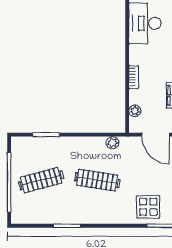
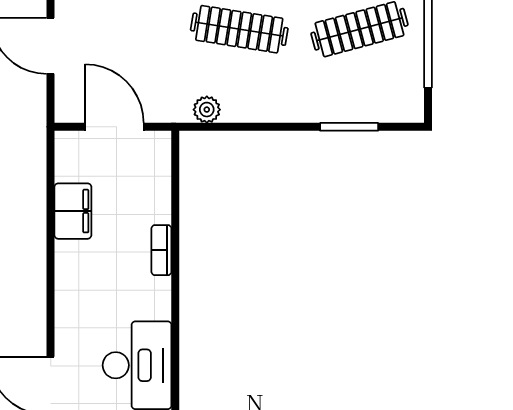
plant: (135, 111) -> (159, 178), removed

